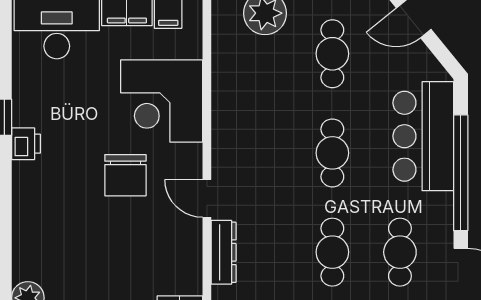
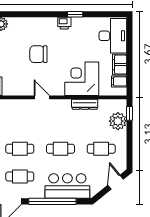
chair: (125, 175) -> (38, 54), moved
door: (207, 198) -> (42, 97), hinge flipped
dresser: (224, 252) -> (85, 104), moved

